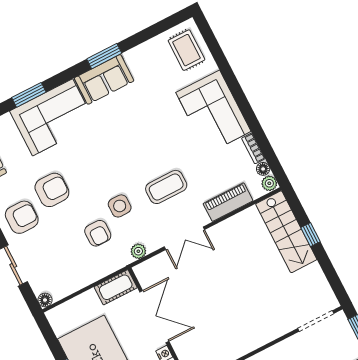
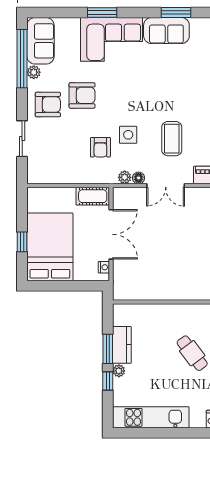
coffee table: (166, 187) -> (172, 139), turned 90
floor lamp: (45, 300) -> (139, 178), moved

